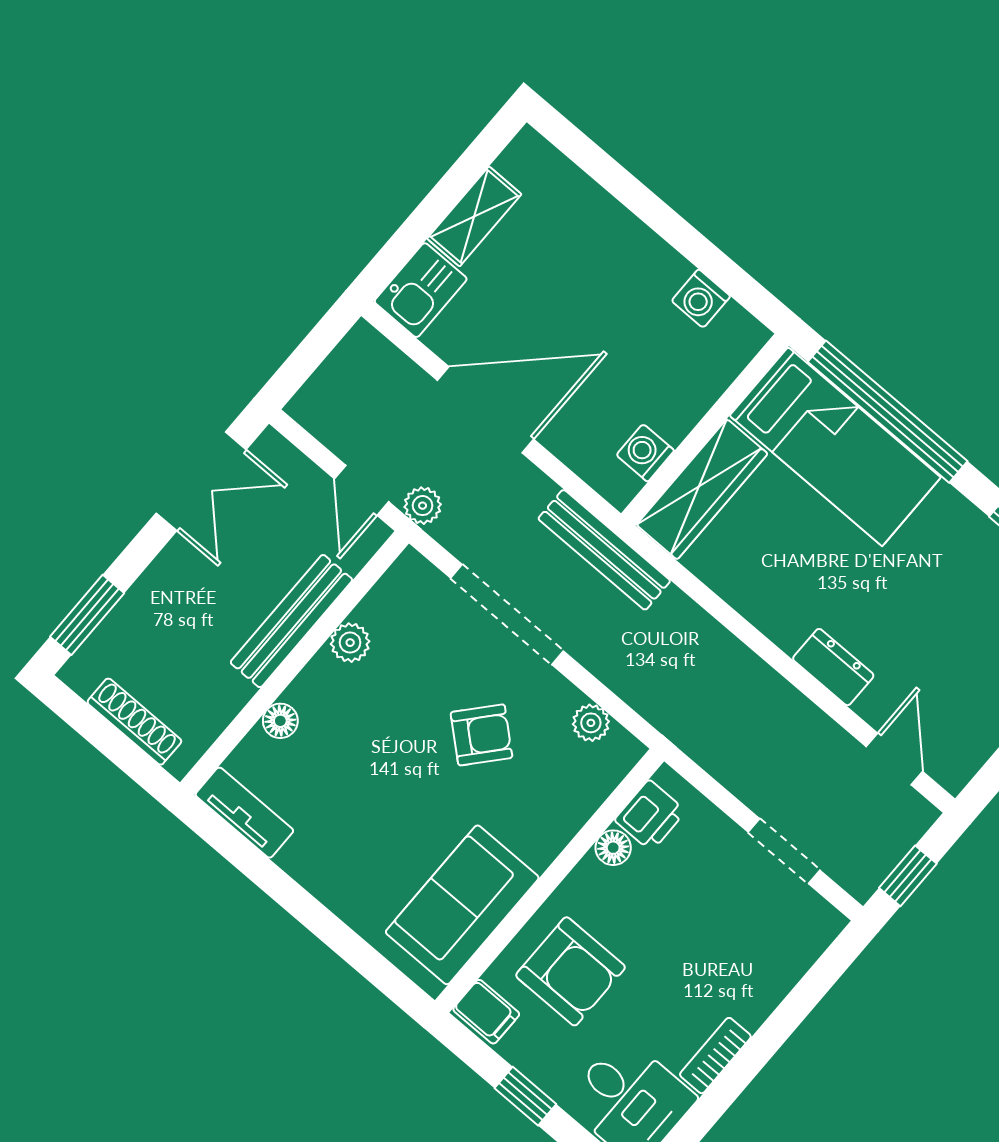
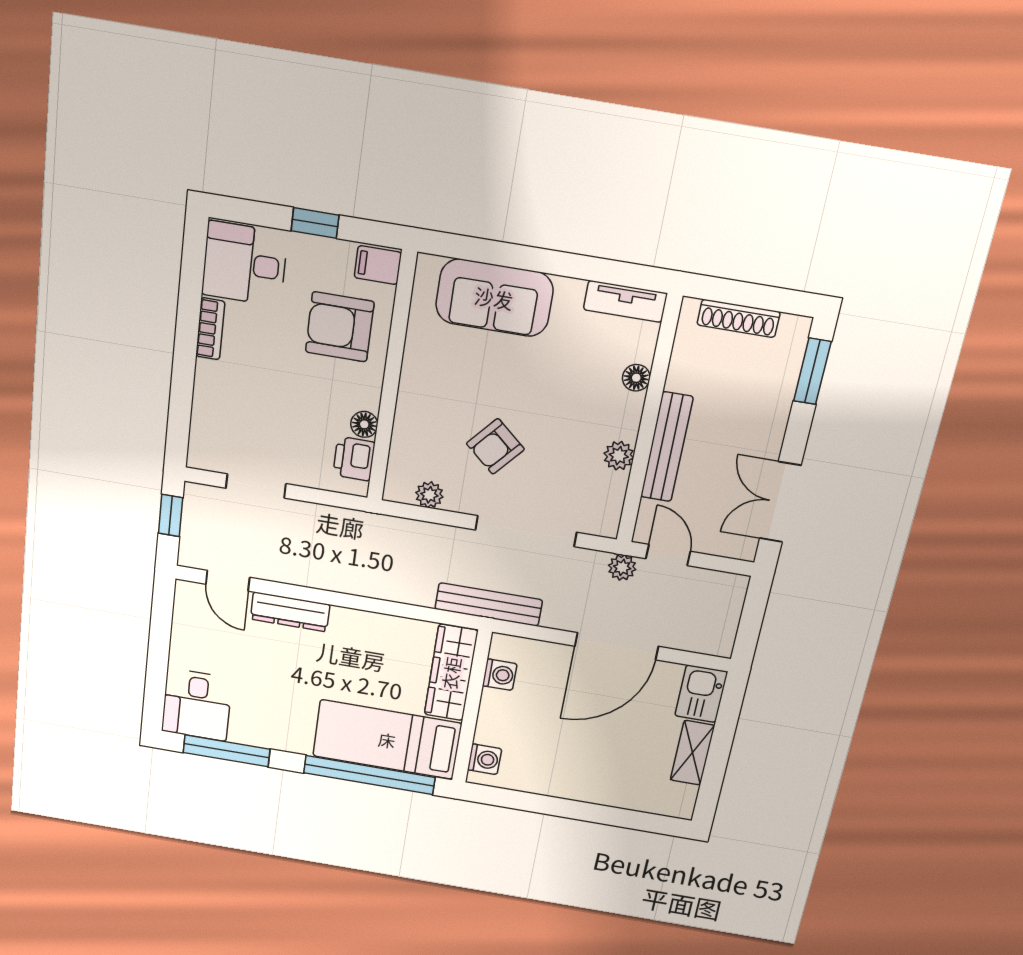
washing machine: (701, 299) -> (485, 759), moved, turned 90
dresser: (833, 667) -> (290, 612), width x1.44
sofa: (462, 905) -> (494, 298), moved, turned 90

